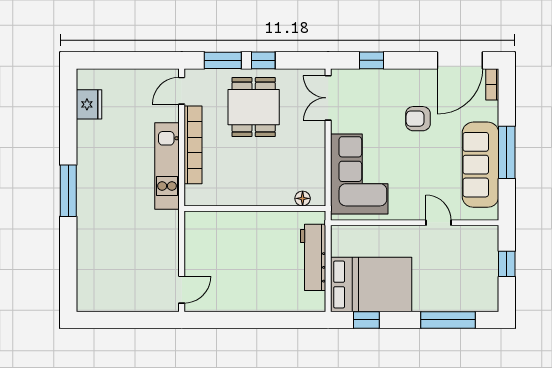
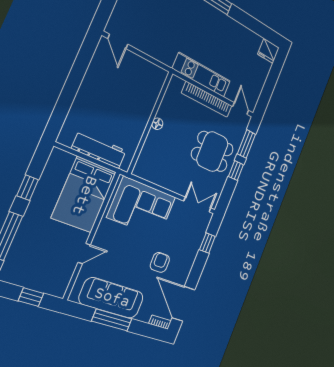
fridge: (89, 104) -> (268, 51), moved
floor lamp: (303, 198) -> (157, 124), moved
bed: (371, 284) -> (84, 195), moved
window: (366, 320) -> (28, 188), moved

